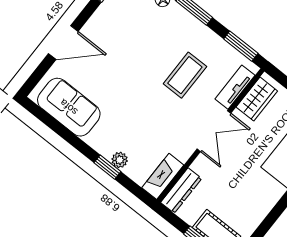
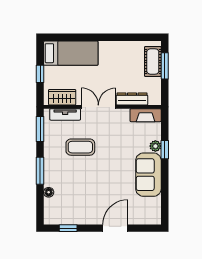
door: (63, 42) -> (115, 228), hinge flipped
sofa: (69, 107) -> (148, 175), moved
dresser: (181, 190) -> (132, 99), moved

